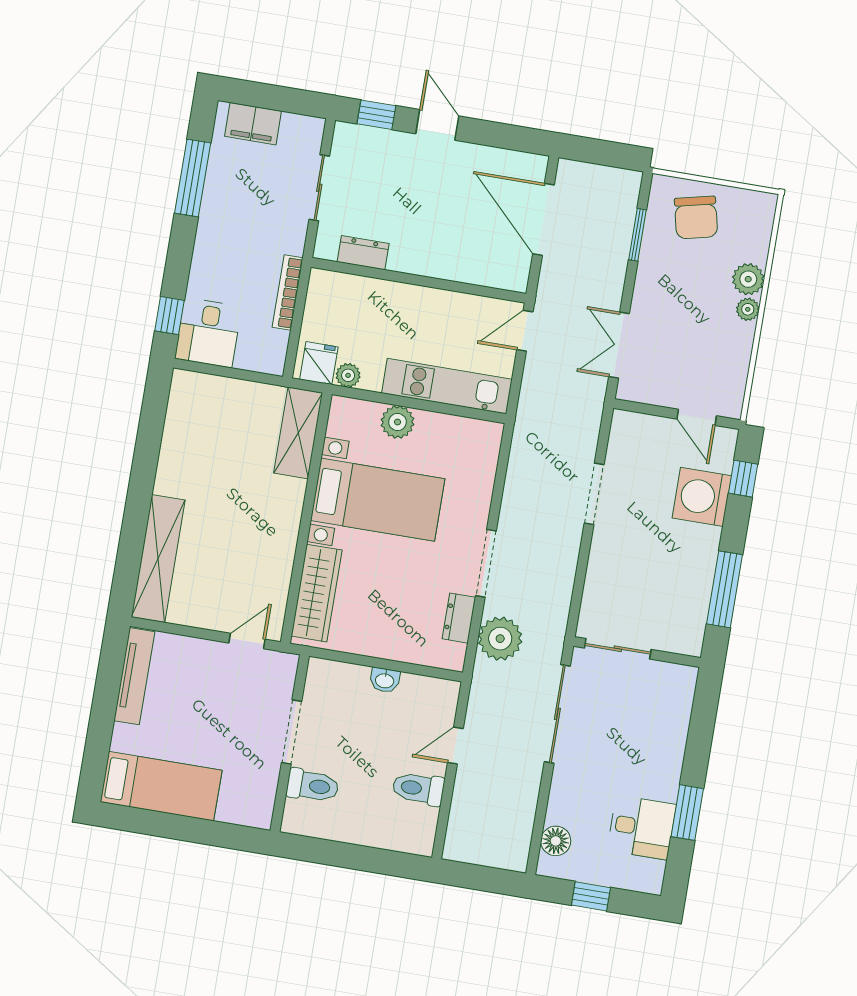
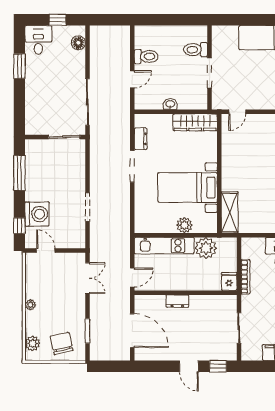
dresser: (363, 253) -> (177, 301), moved
plant: (748, 279) -> (33, 343), moved
fridge: (319, 363) -> (229, 281), moved, turned 180
plant: (348, 375) -> (206, 248), width x1.88, depth x1.88
wardrobe: (317, 593) -> (195, 122), moved, turned -90
plant: (500, 639) -> (120, 133), removed
desk: (642, 827) -> (38, 40), moved, turned 90

